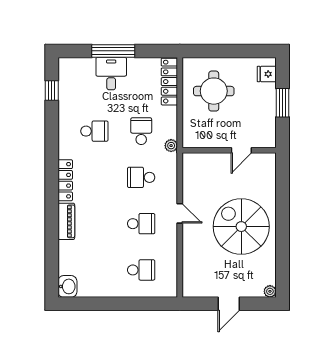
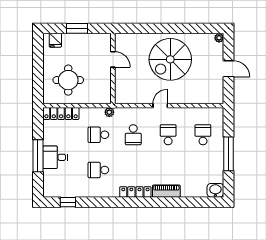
school desk: (94, 131) -> (98, 170), turned -90
window: (116, 304) -> (228, 154), added

